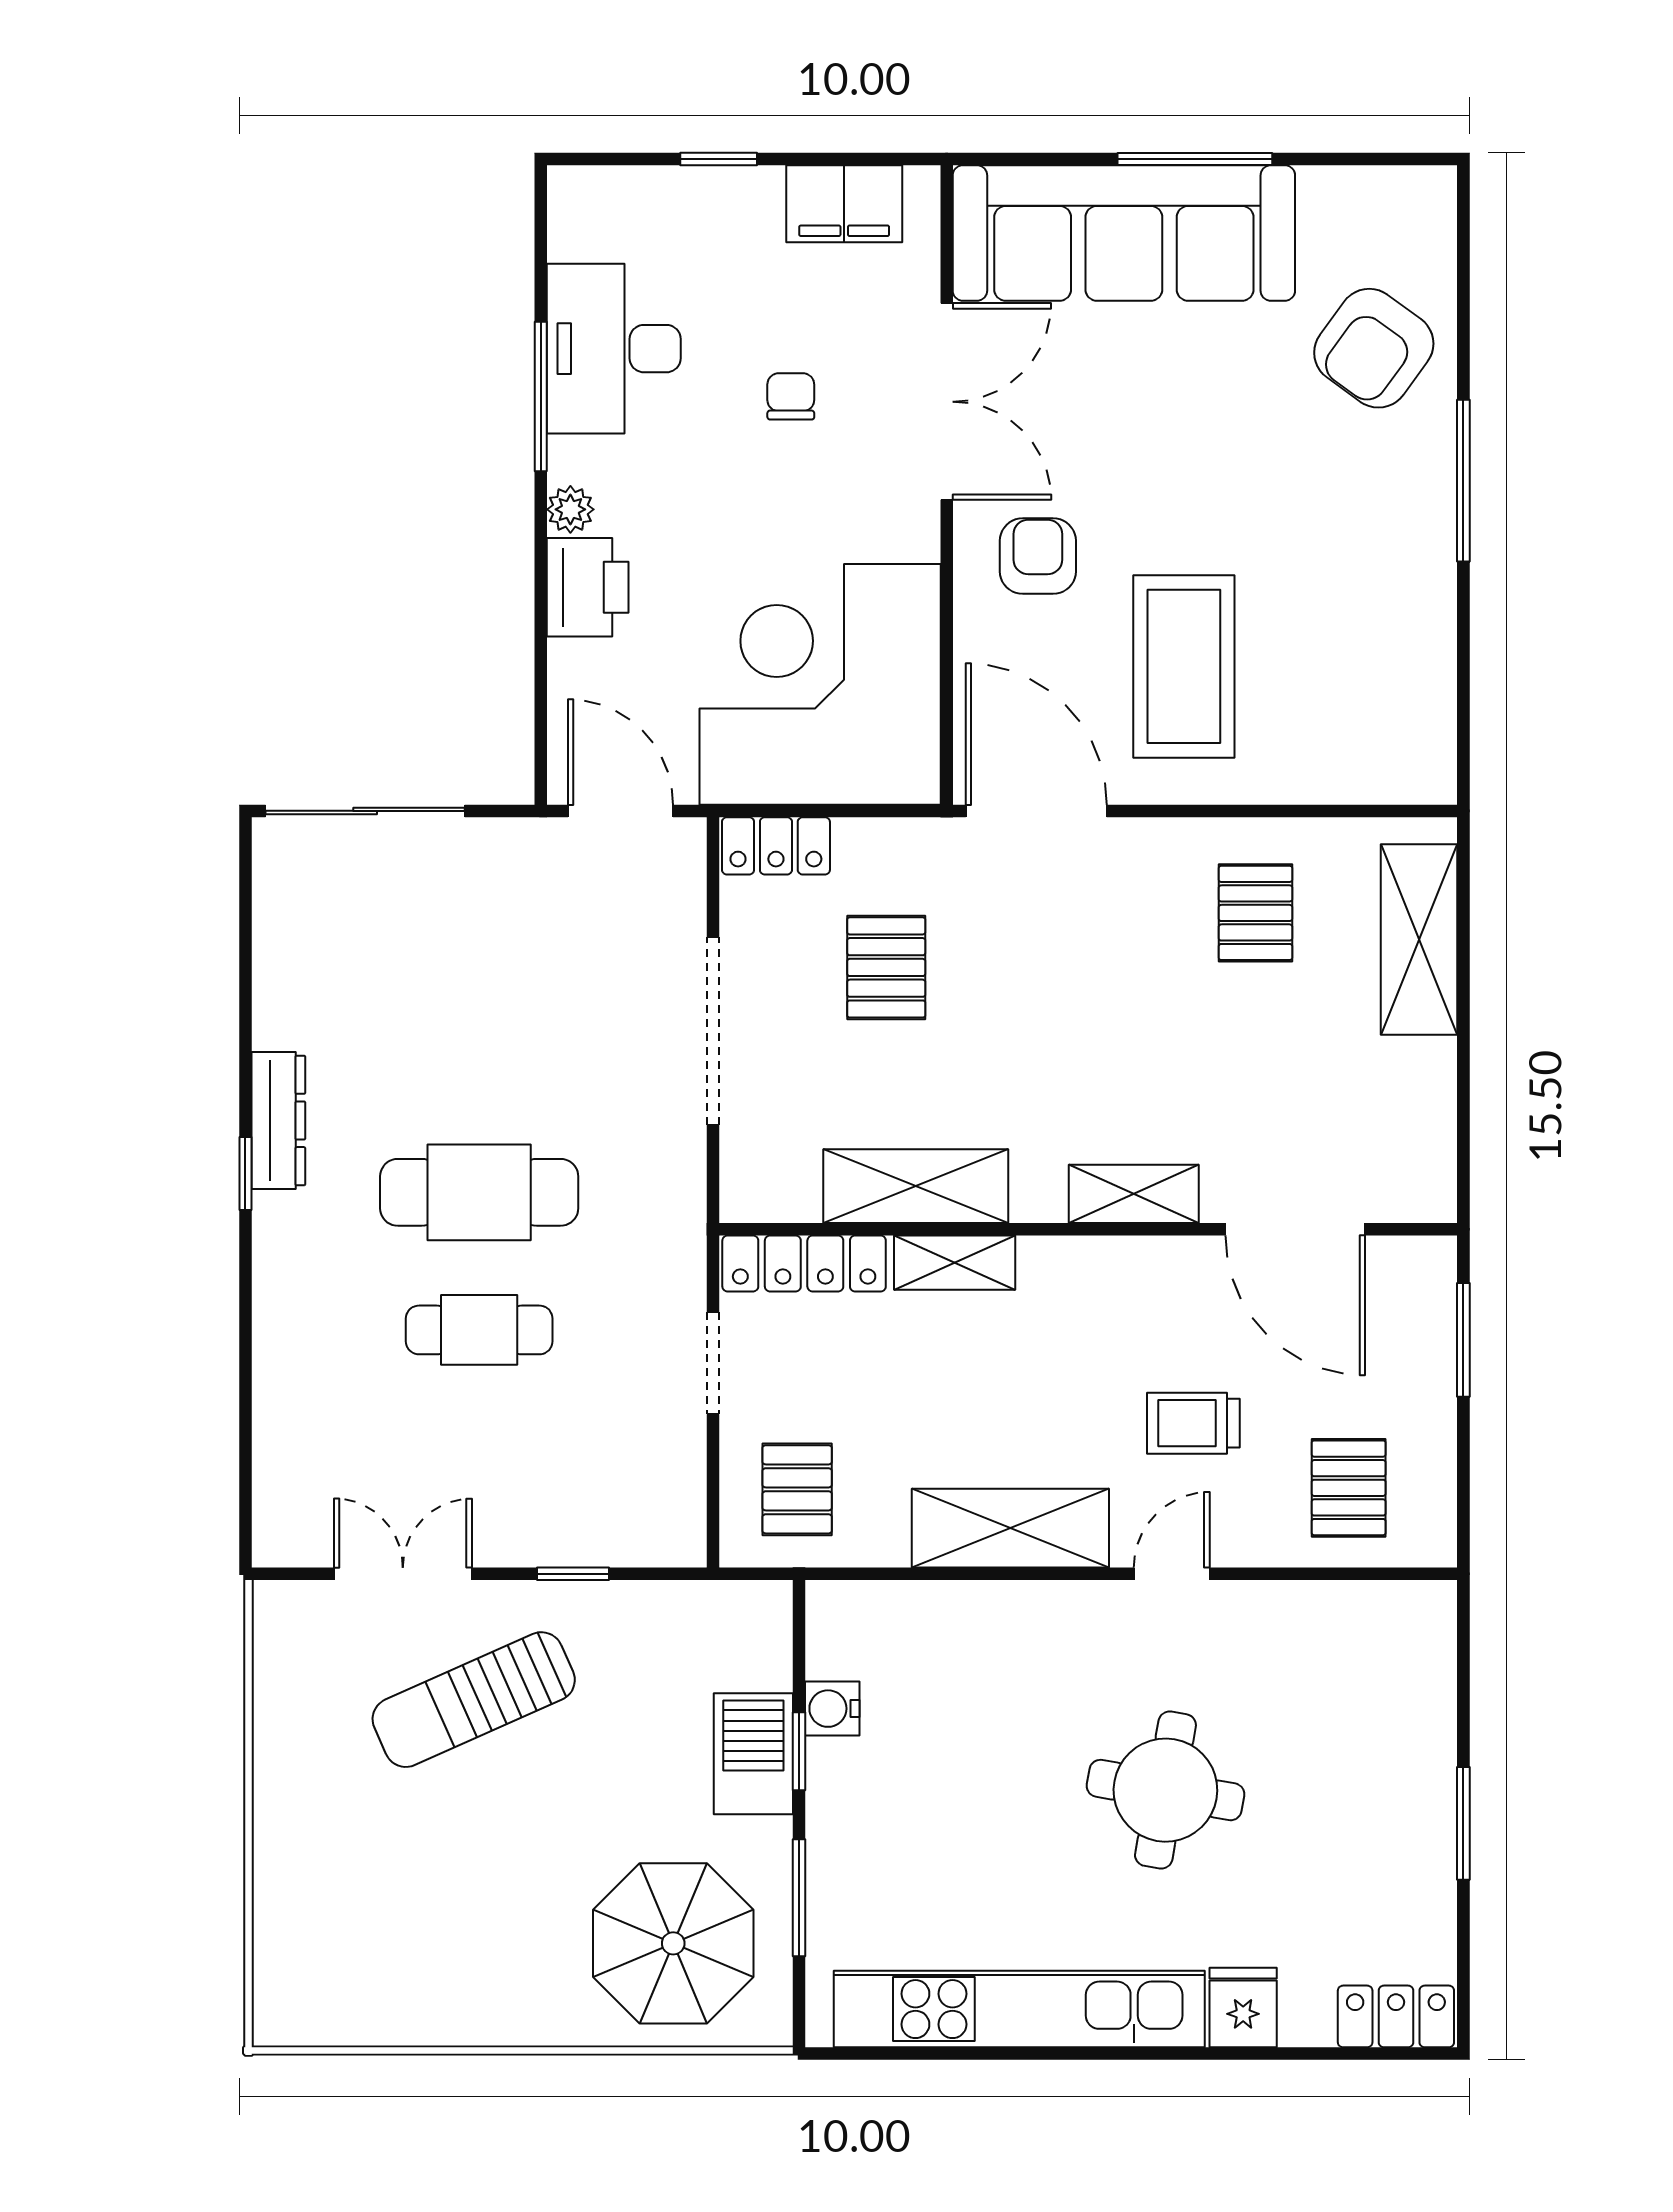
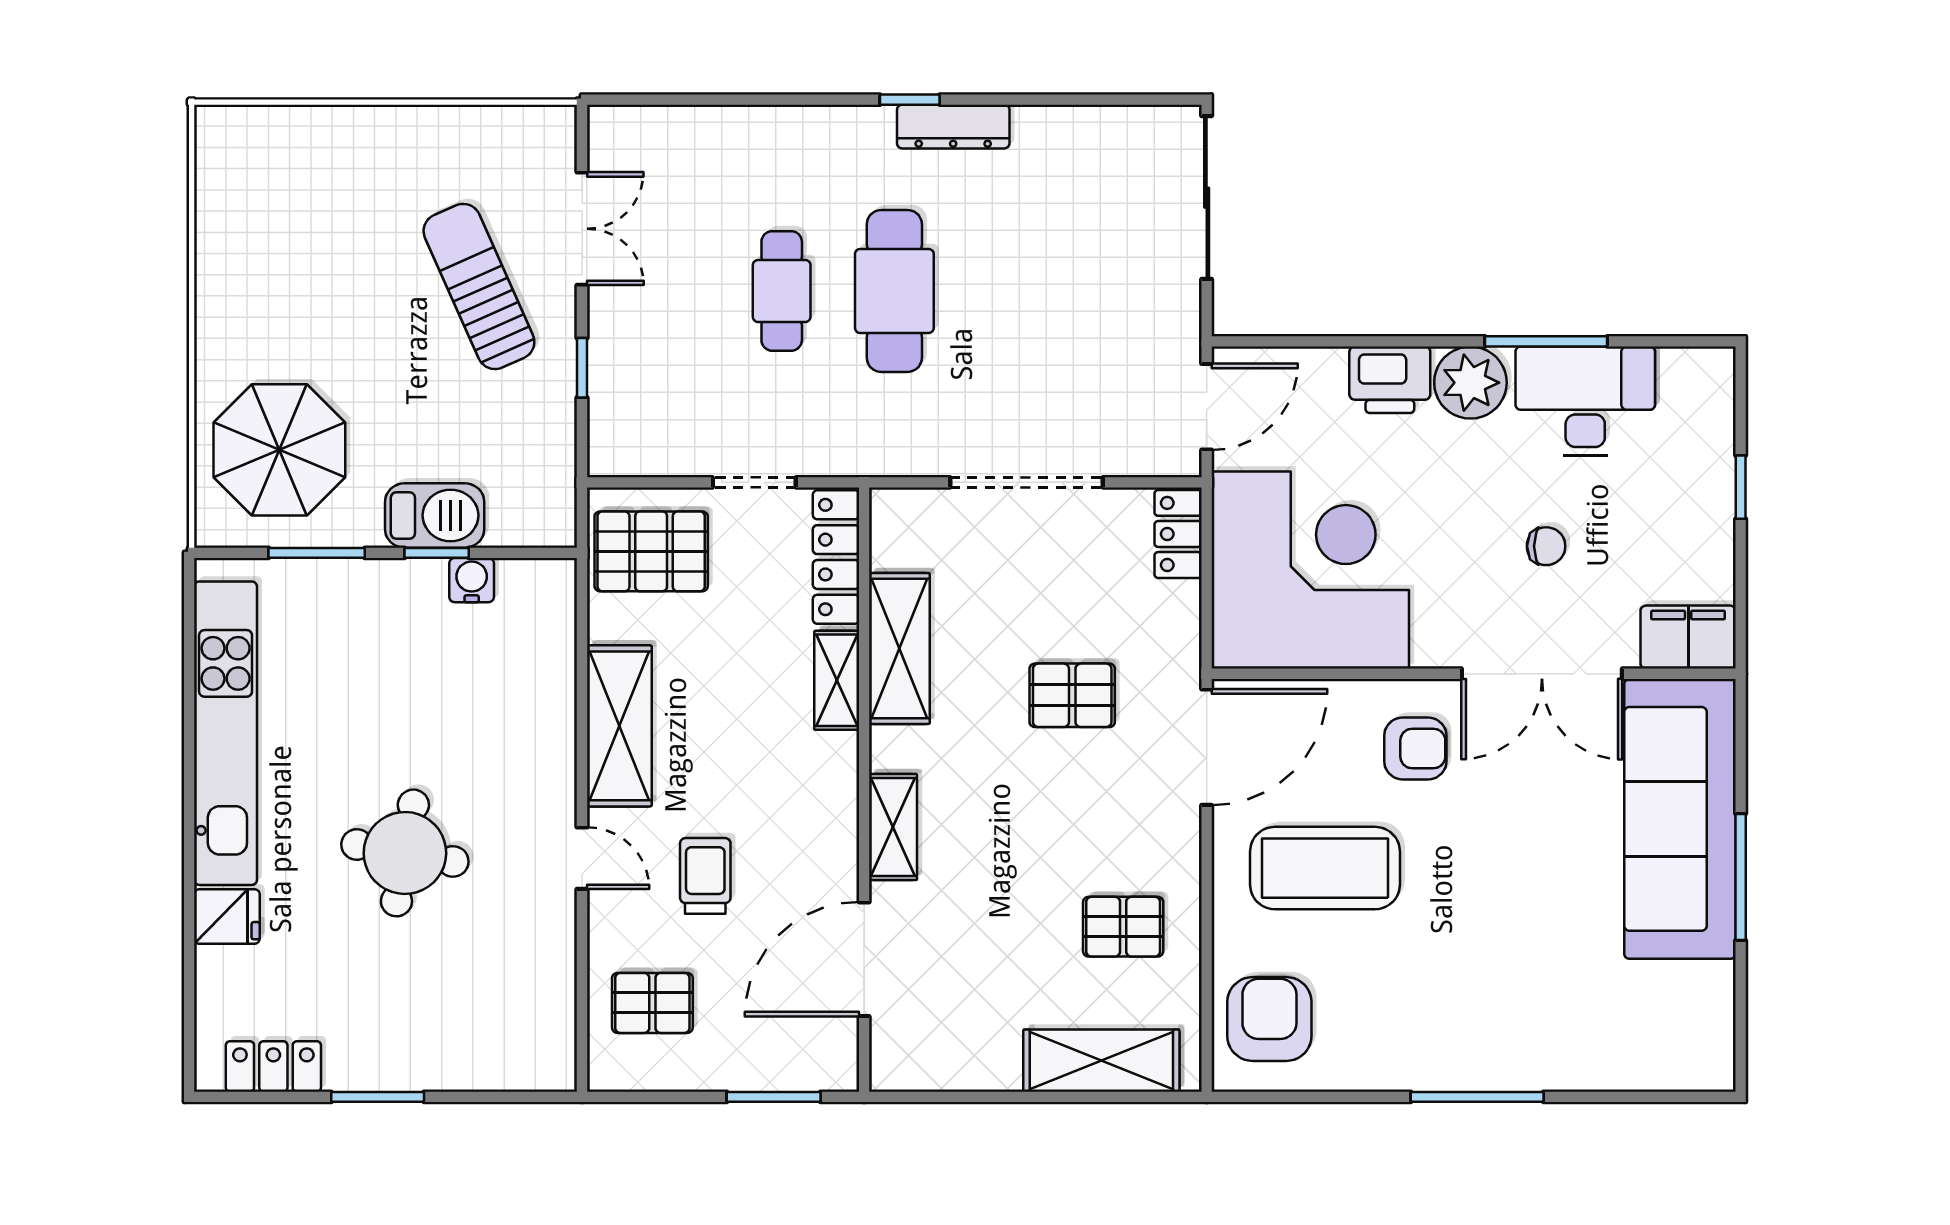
filing cabinet: (844, 204) -> (1688, 637), moved, turned 90
armchair: (1374, 348) -> (1269, 1019), moved, turned 54
plant: (570, 509) -> (1470, 383), width x1.88, depth x1.88
pallet: (886, 967) -> (1072, 695), moved
pallet: (797, 1489) -> (651, 551), width x1.50, depth x1.42
locker: (1396, 2016) -> (273, 1067), moved, turned -90

